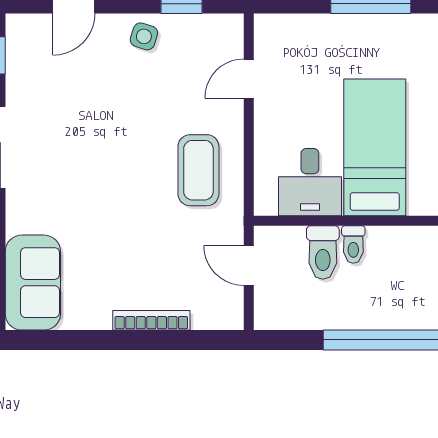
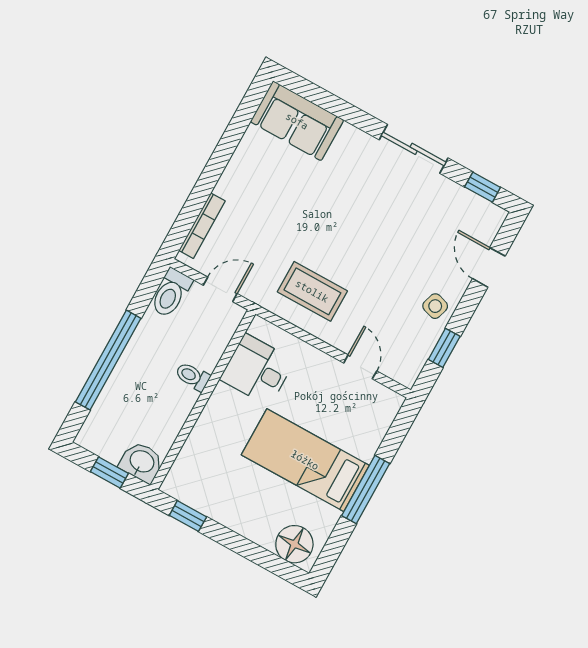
bed: (375, 147) -> (305, 460), moved, turned 180
toilet: (323, 252) -> (171, 293), moved, turned -90
bookcase: (151, 320) -> (202, 226), moved

